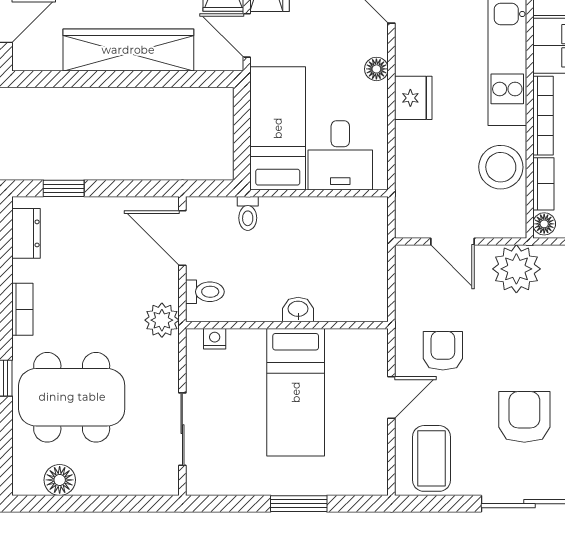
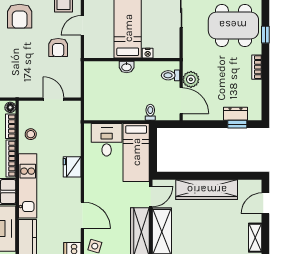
door: (247, 35) -> (151, 196), hinge flipped
floor lamp: (376, 69) -> (89, 181), removed
stool: (501, 167) -> (31, 134), width x0.53, depth x0.53
dresser: (26, 233) -> (235, 114), moved, turned 90
plant: (516, 269) -> (23, 86), removed
plant: (162, 320) -> (191, 79), moved
nightstand: (215, 339) -> (148, 53), moved

